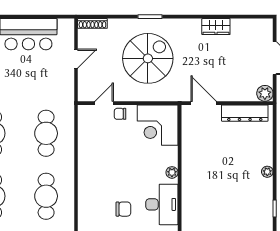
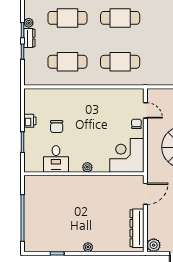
desk: (162, 204) -> (56, 159), width x0.73

